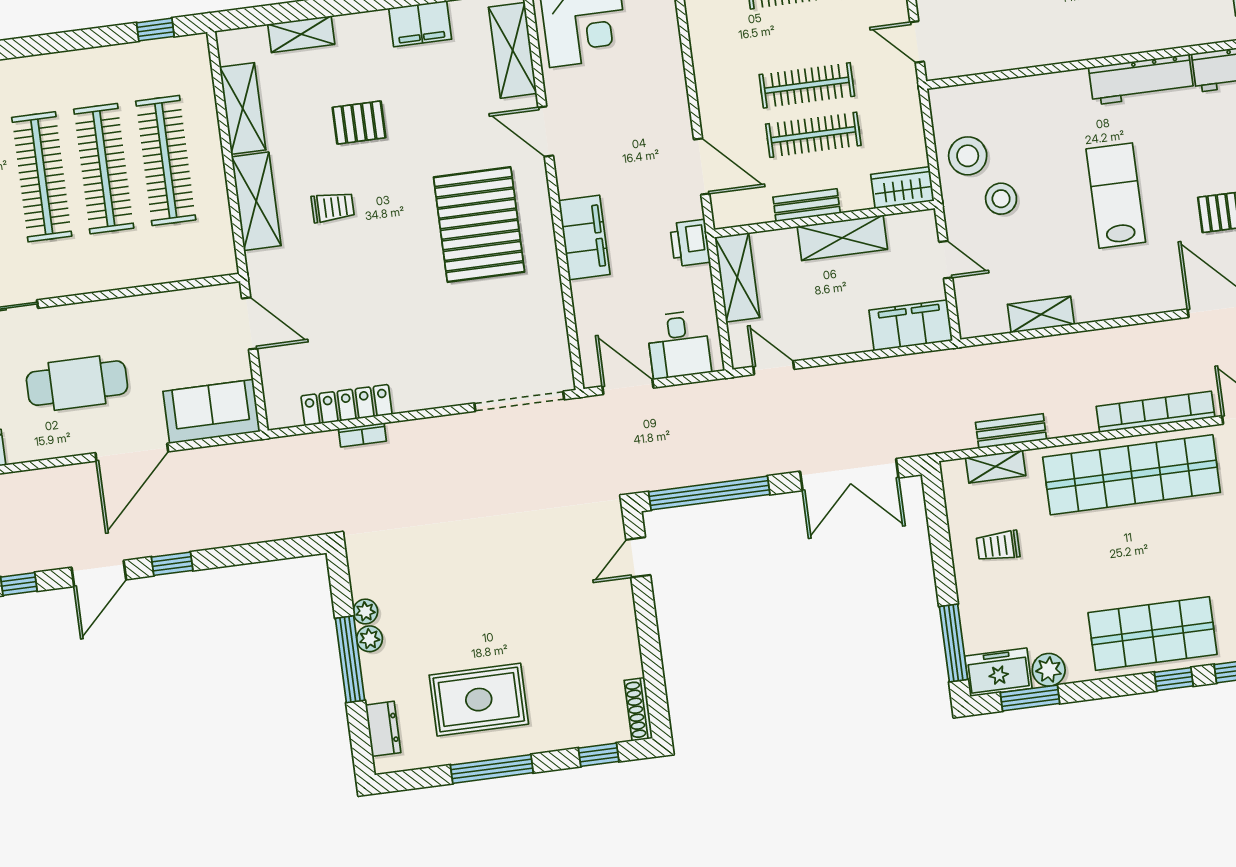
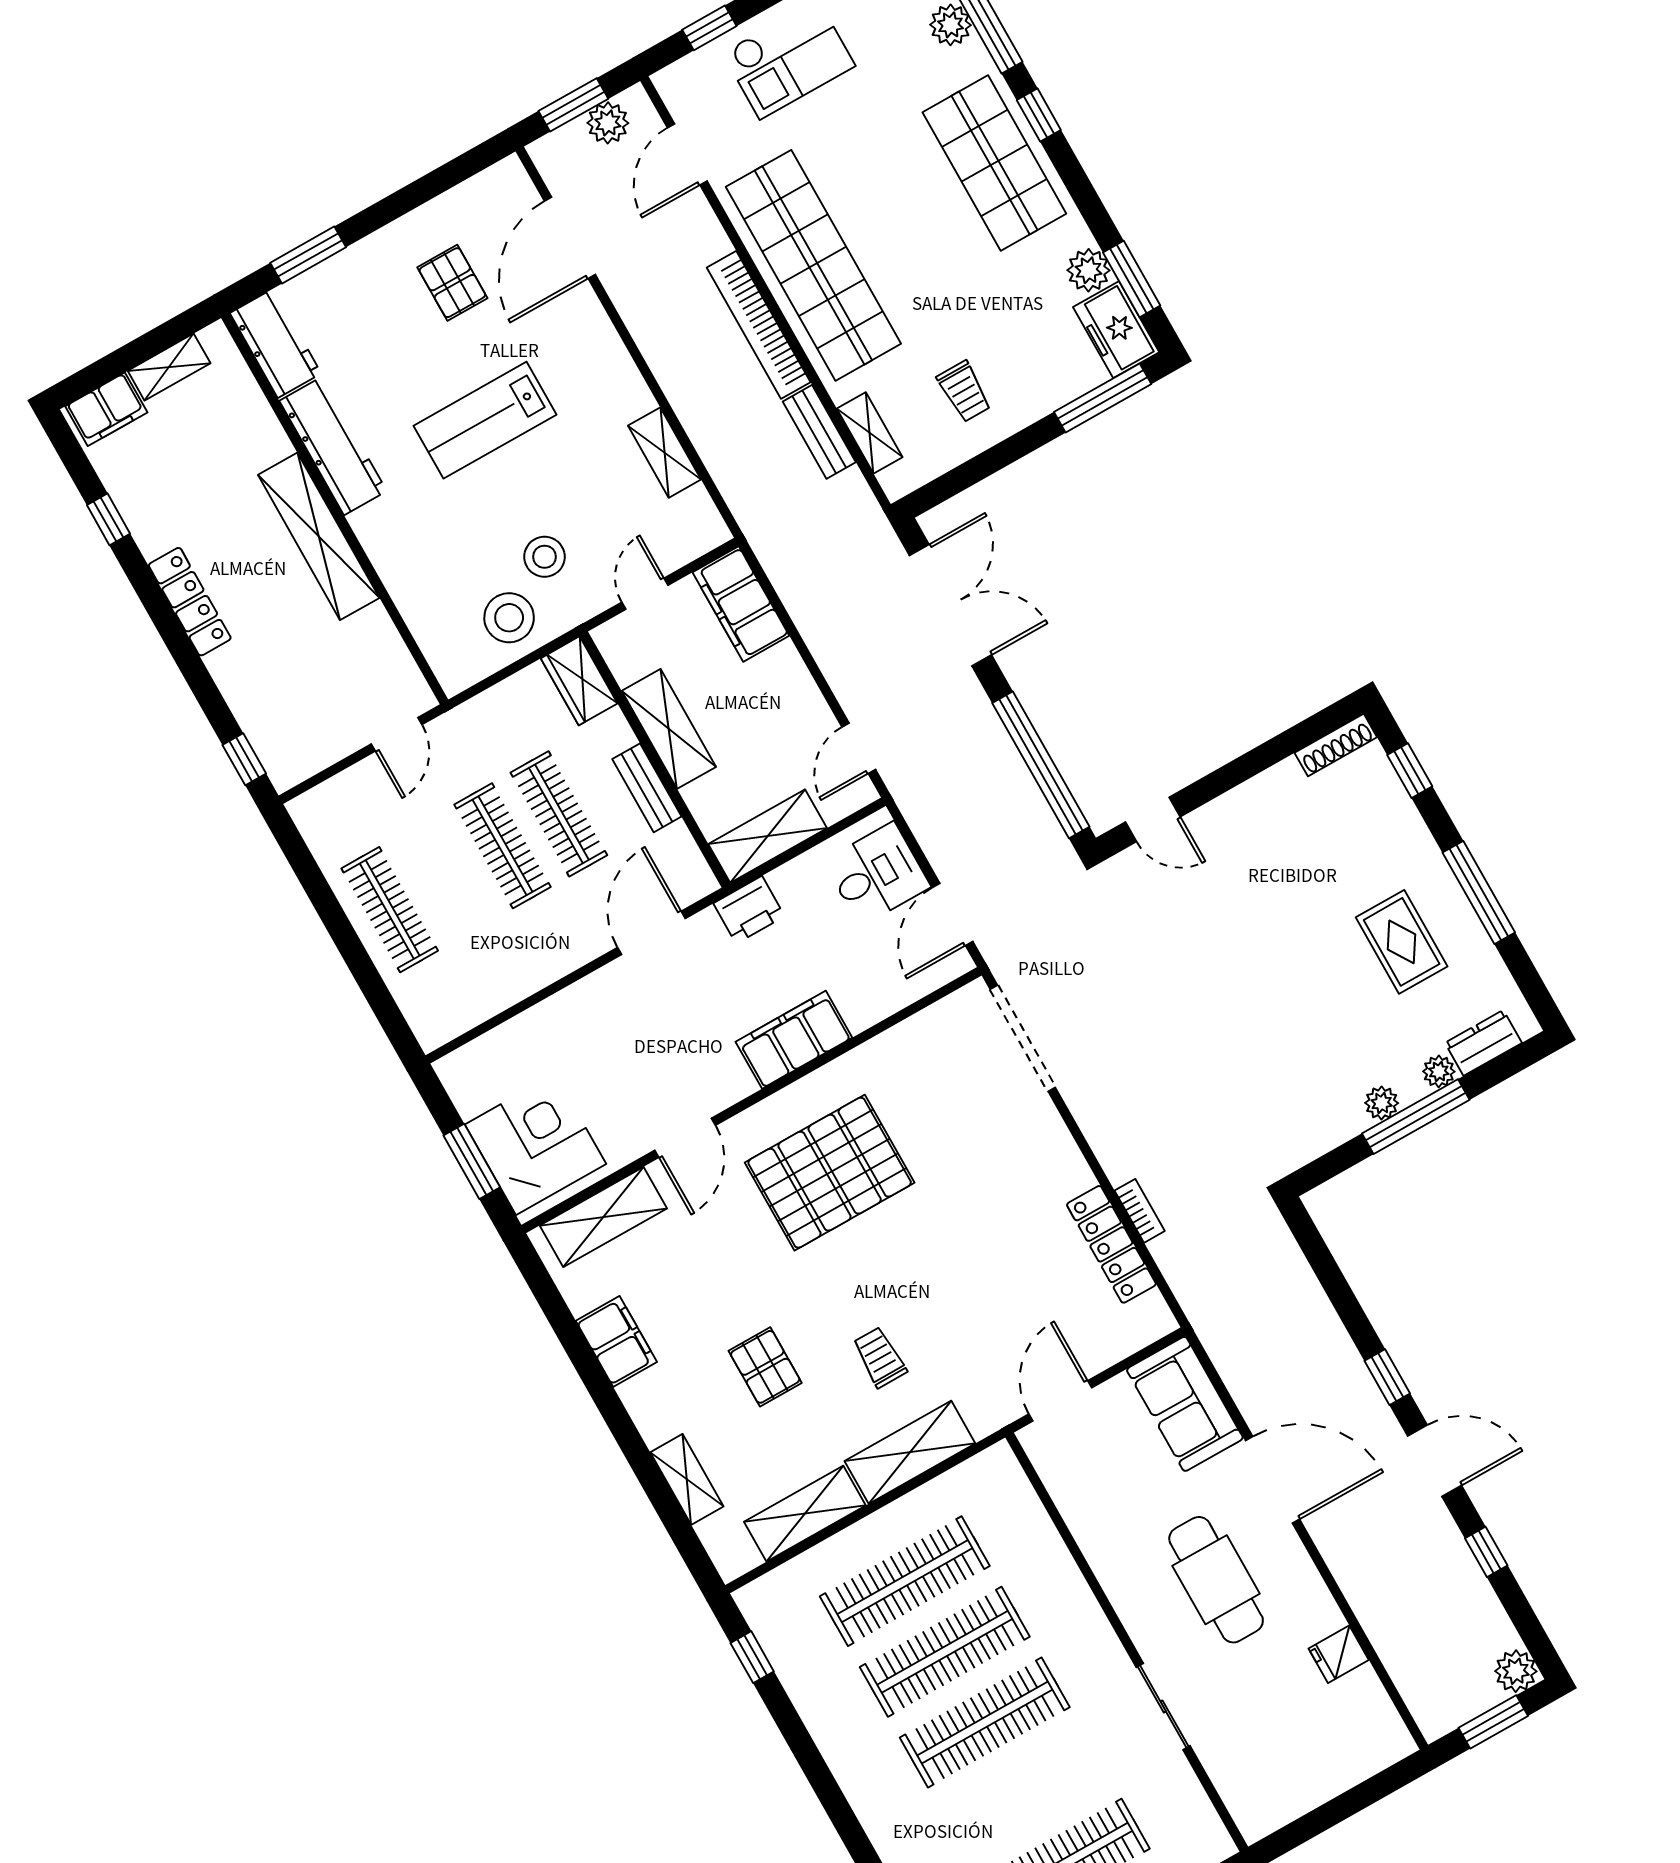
shelving: (1081, 43) -> (319, 536), added
bookcase: (1155, 412) -> (759, 325), moved
plant: (365, 611) -> (1439, 1071), moved
rug: (479, 700) -> (1402, 942), width x0.73, depth x0.70

